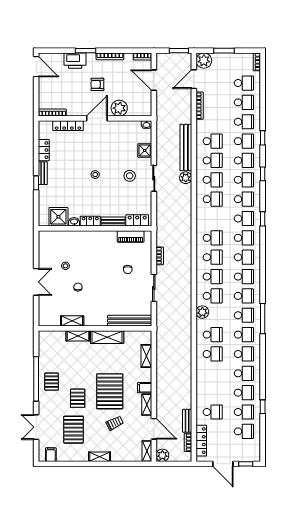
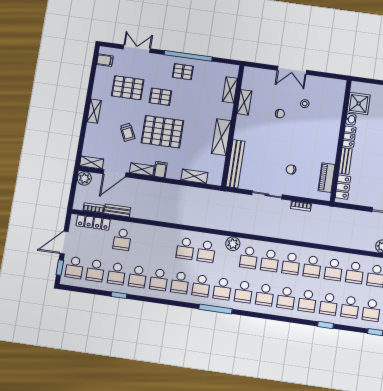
school desk: (213, 219) -> (334, 270), added
shelving: (78, 336) -> (230, 90), moved
school desk: (244, 451) -> (74, 268), added

